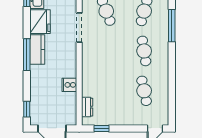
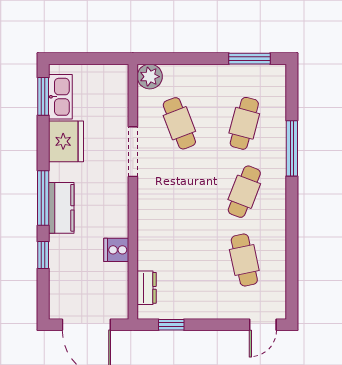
kitchen counter: (37, 49) -> (61, 208), moved
cafe table: (144, 51) -> (244, 192), turned 30
window: (27, 109) -> (43, 255), moved

